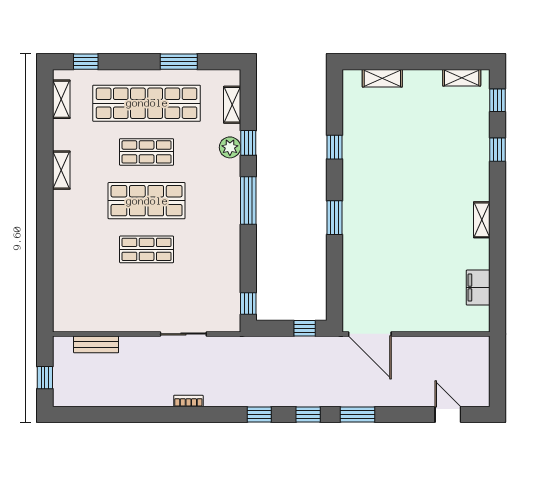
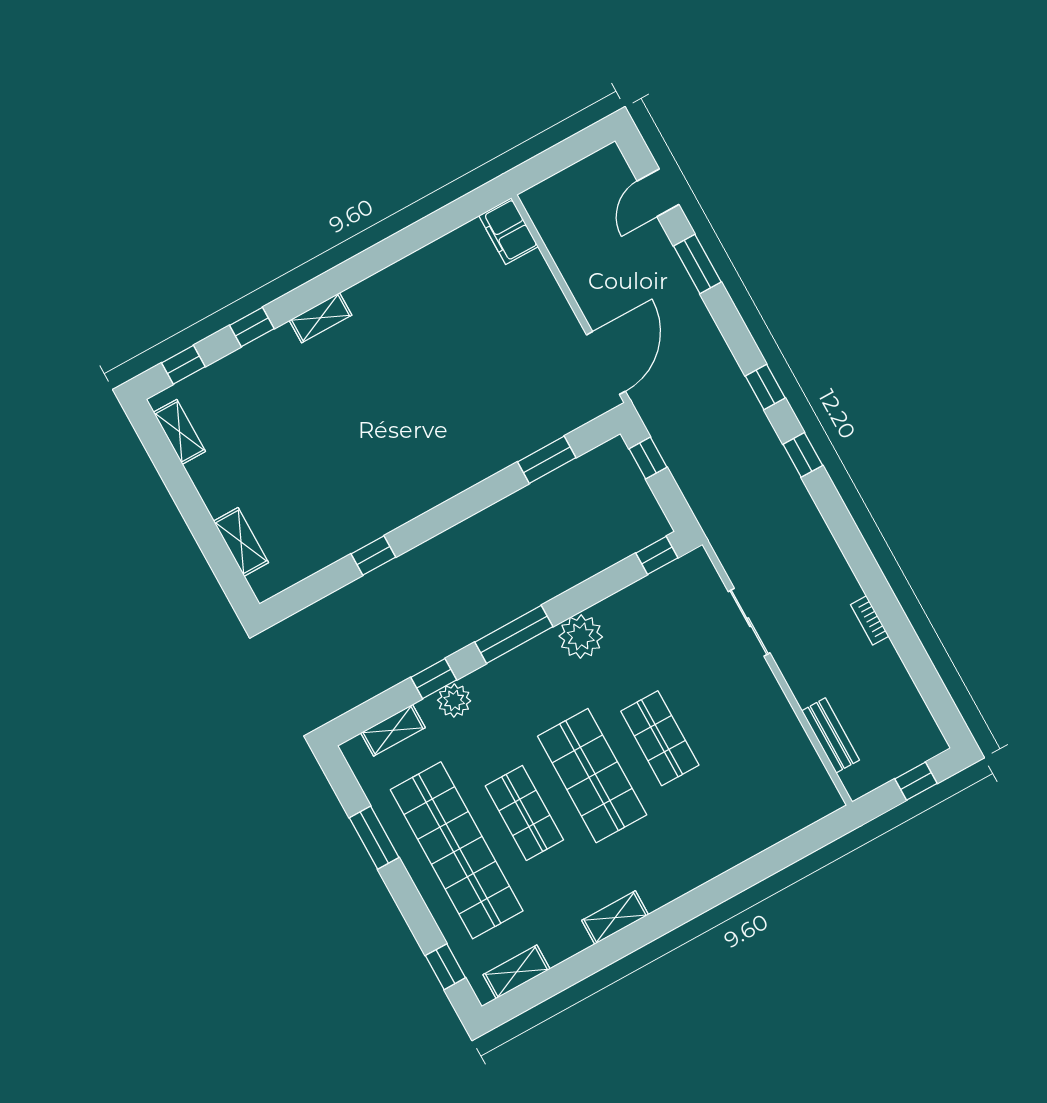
window: (334, 218) -> (547, 460), moved
shelving: (482, 220) -> (321, 318), moved
plant: (227, 237) -> (581, 636), added
filing cabinet: (478, 288) -> (508, 231), moved, turned 90
bookcase: (188, 401) -> (870, 620), moved
window: (358, 415) -> (697, 264), moved

